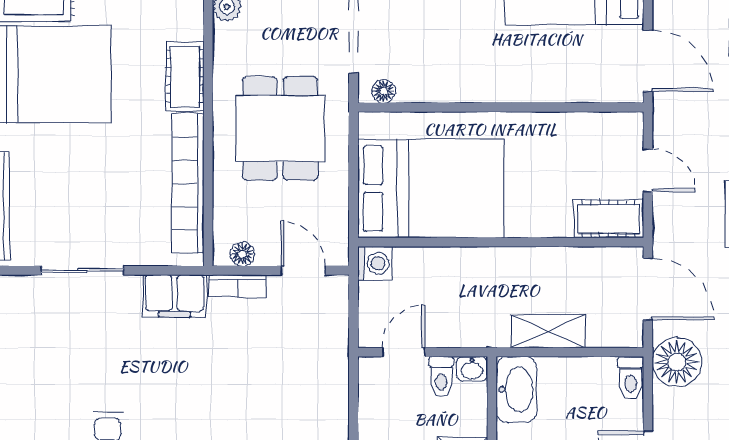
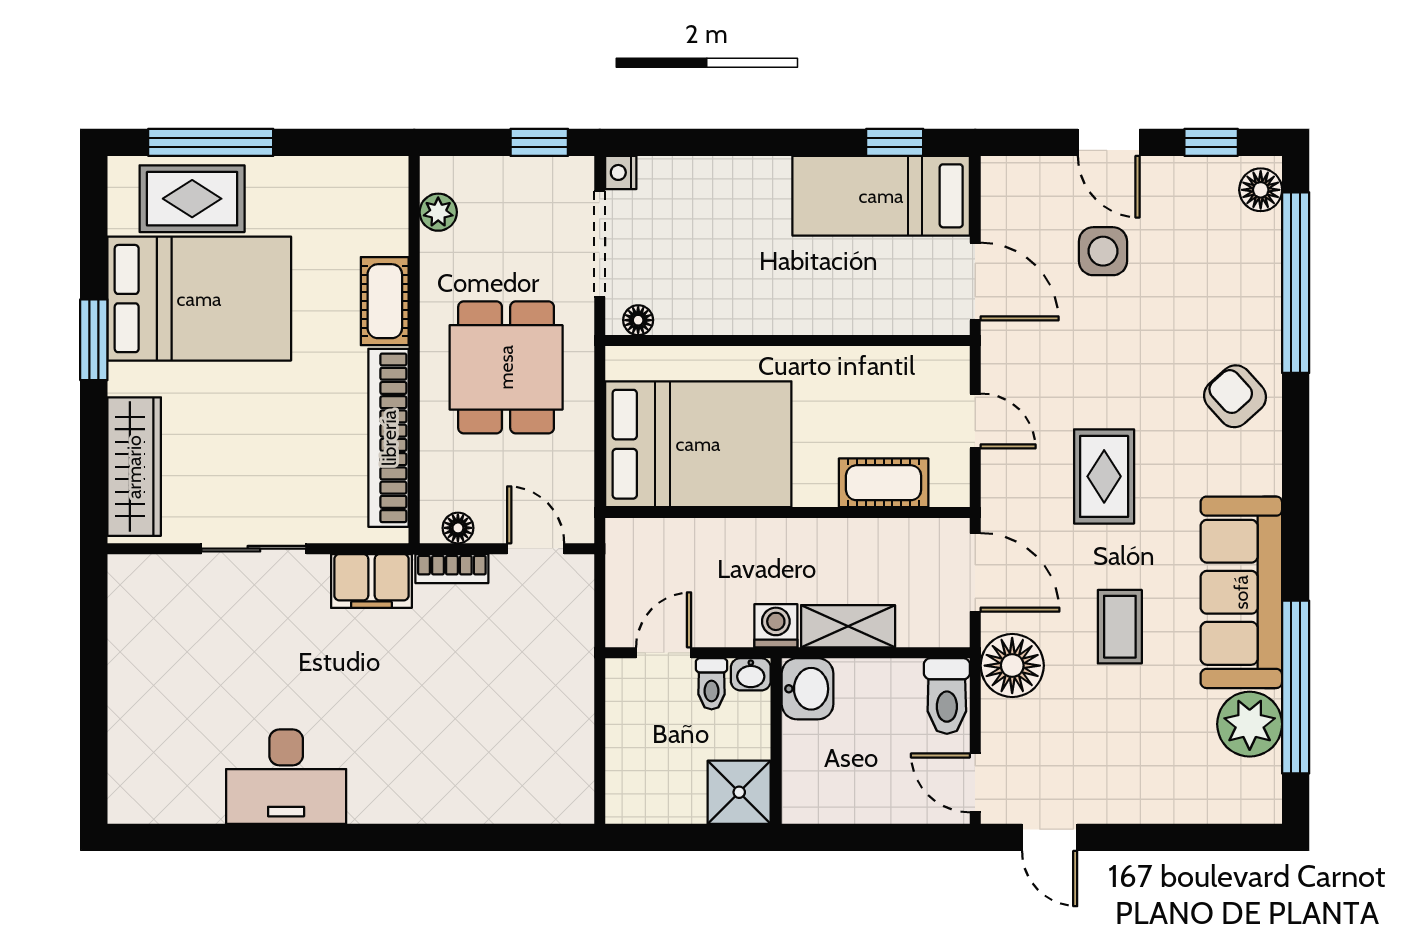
cot: (609, 219) -> (884, 483), moved
washing machine: (375, 263) -> (776, 626), moved, turned -90
toilet: (631, 378) -> (947, 696), width x1.37, depth x1.39
washbasin: (516, 390) -> (807, 689), width x0.72

